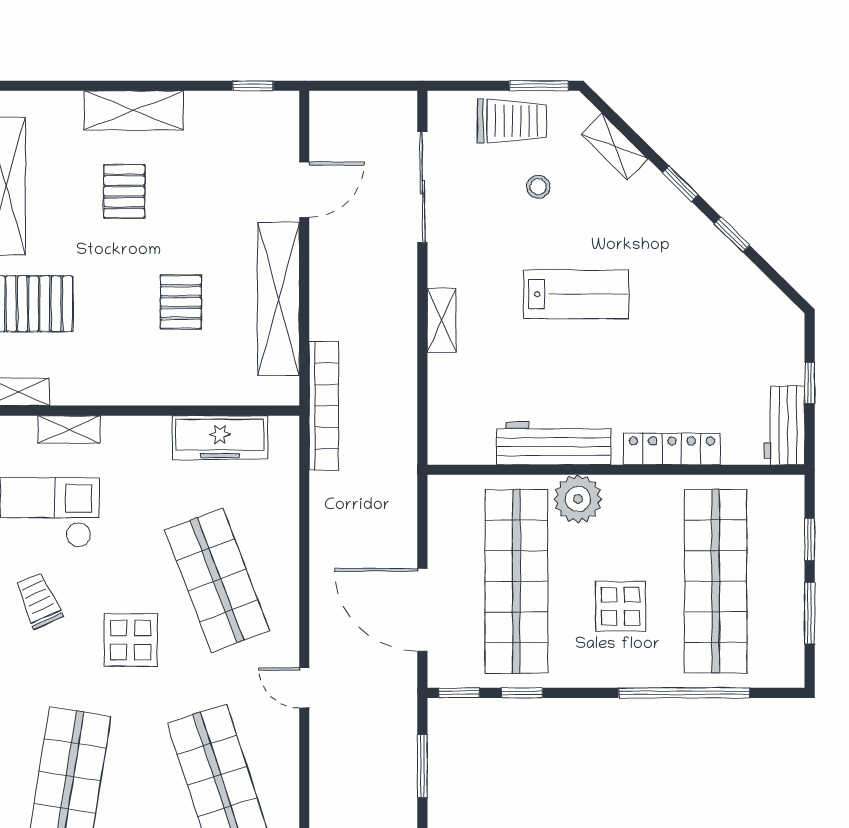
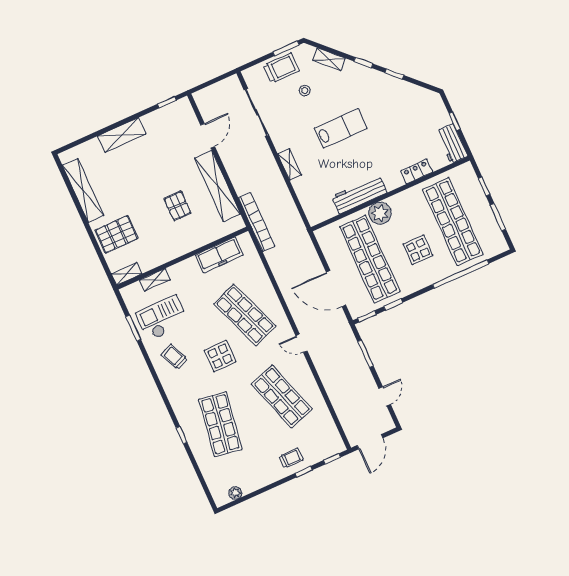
pallet: (124, 191) -> (133, 170), removed
locker: (672, 449) -> (417, 171), width x0.66

